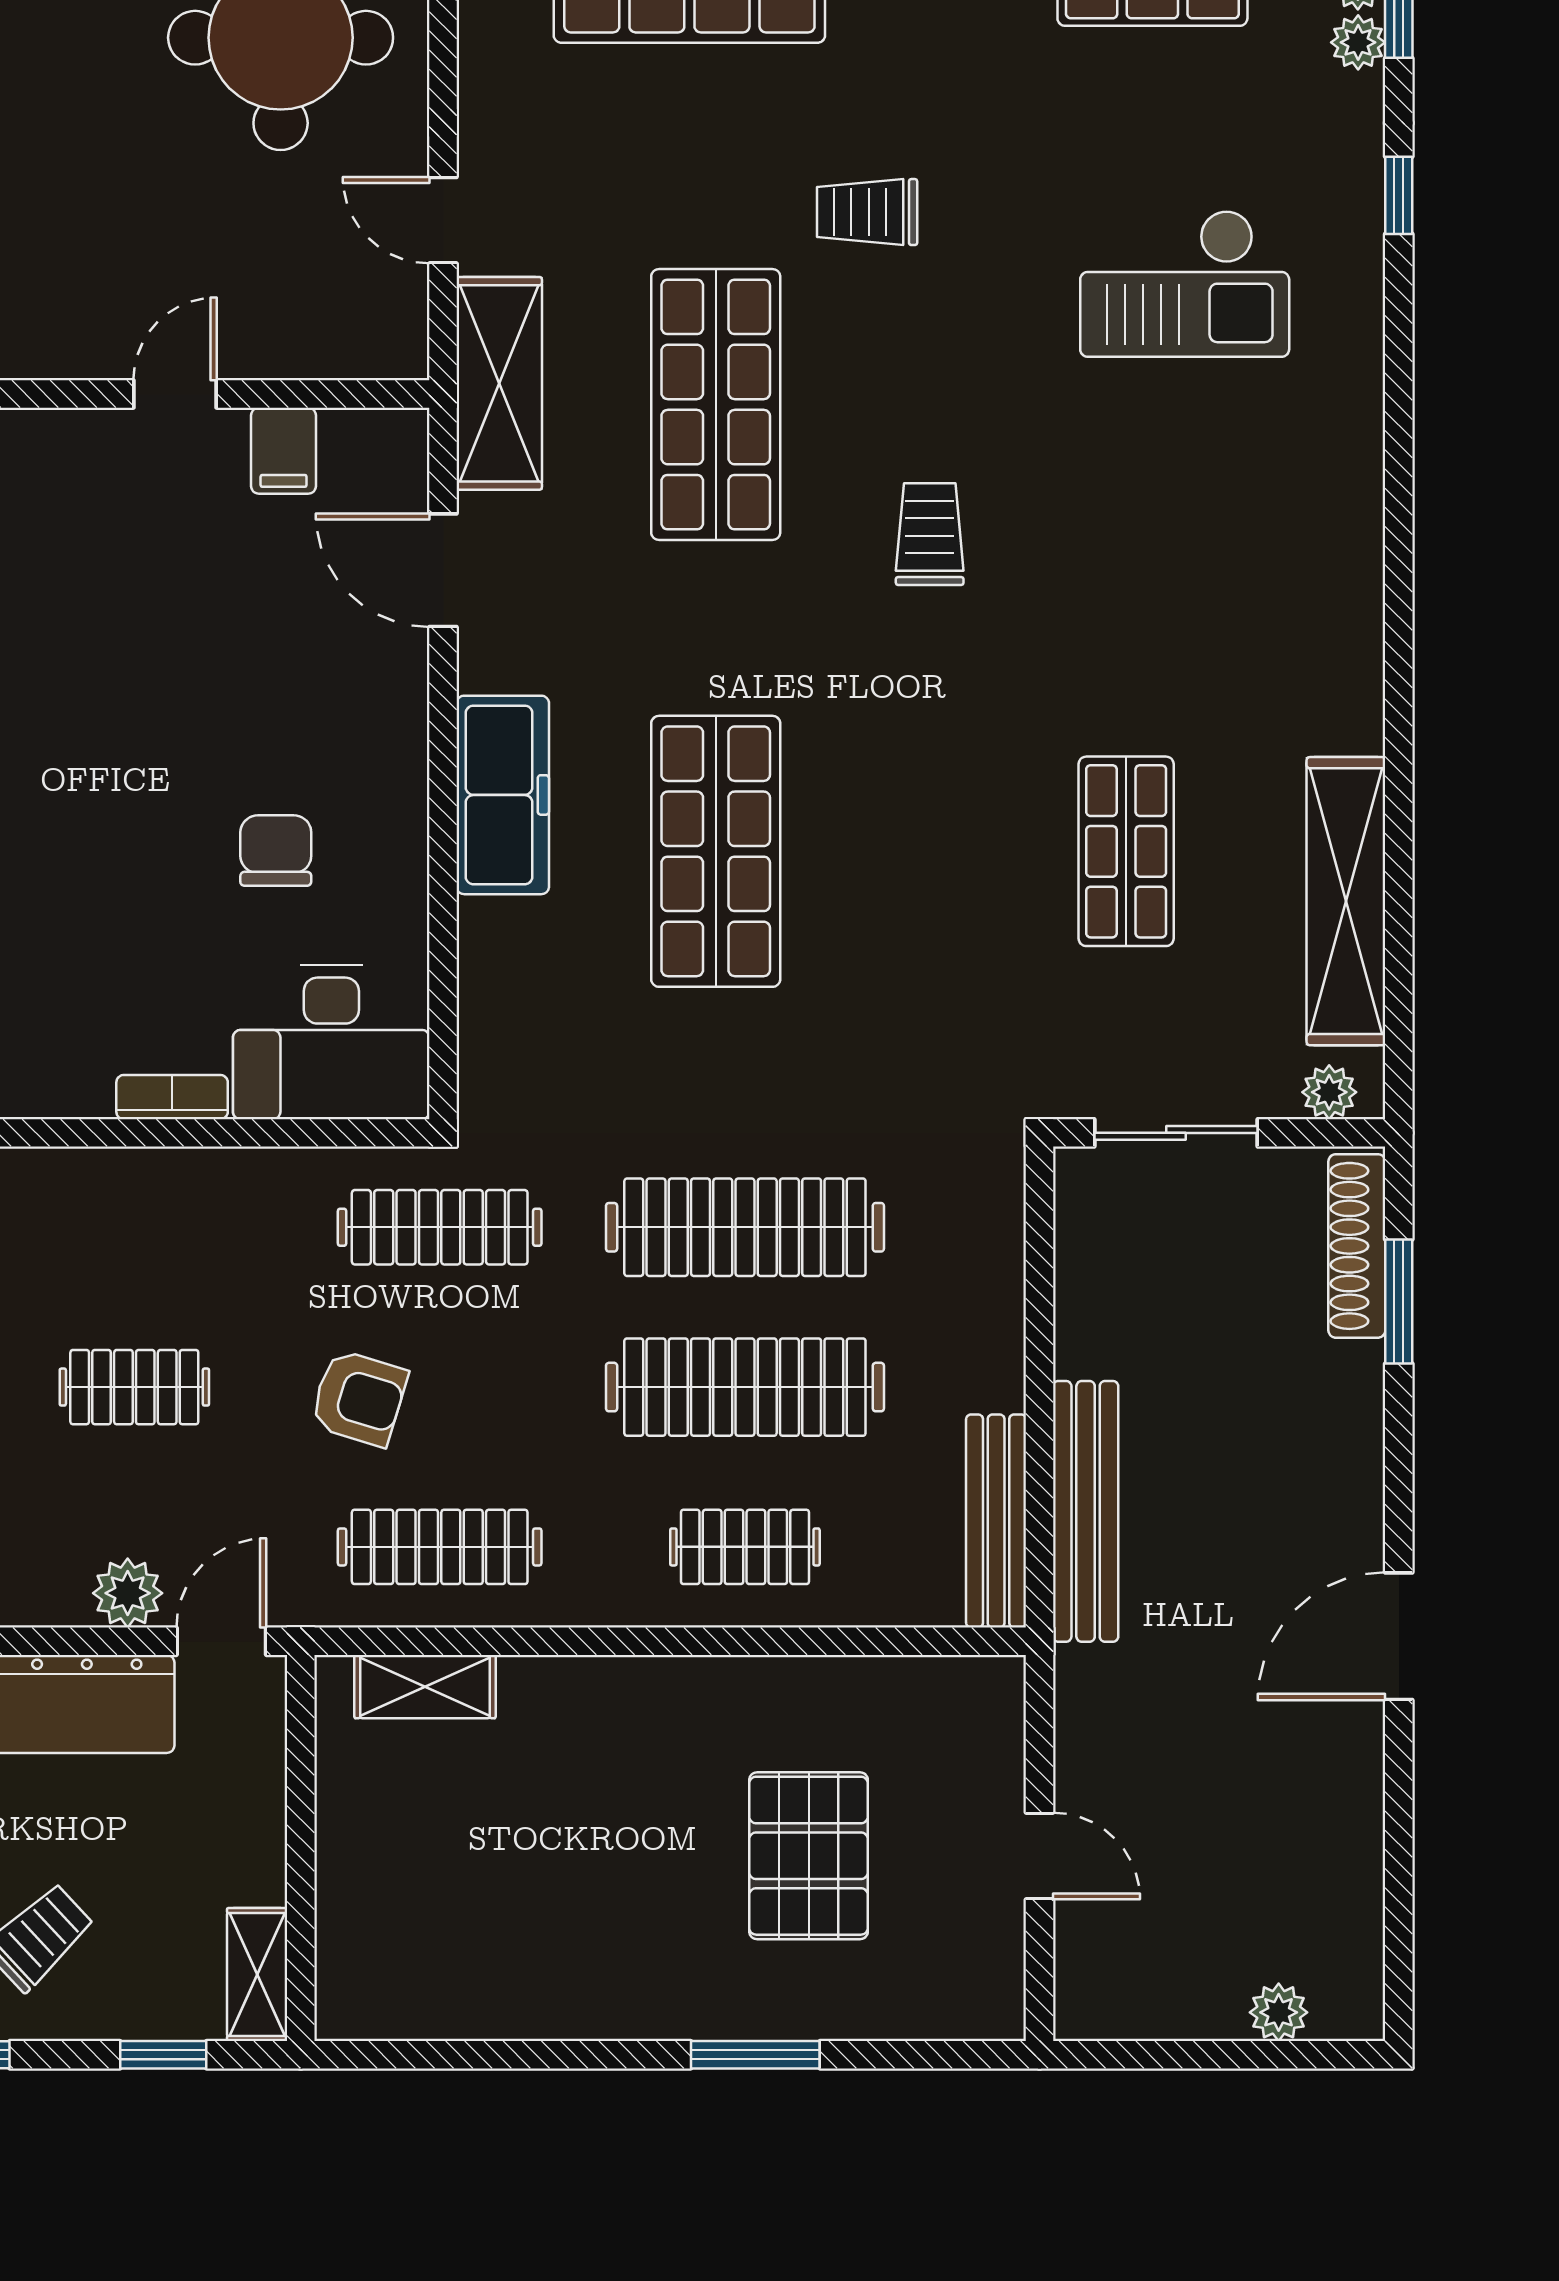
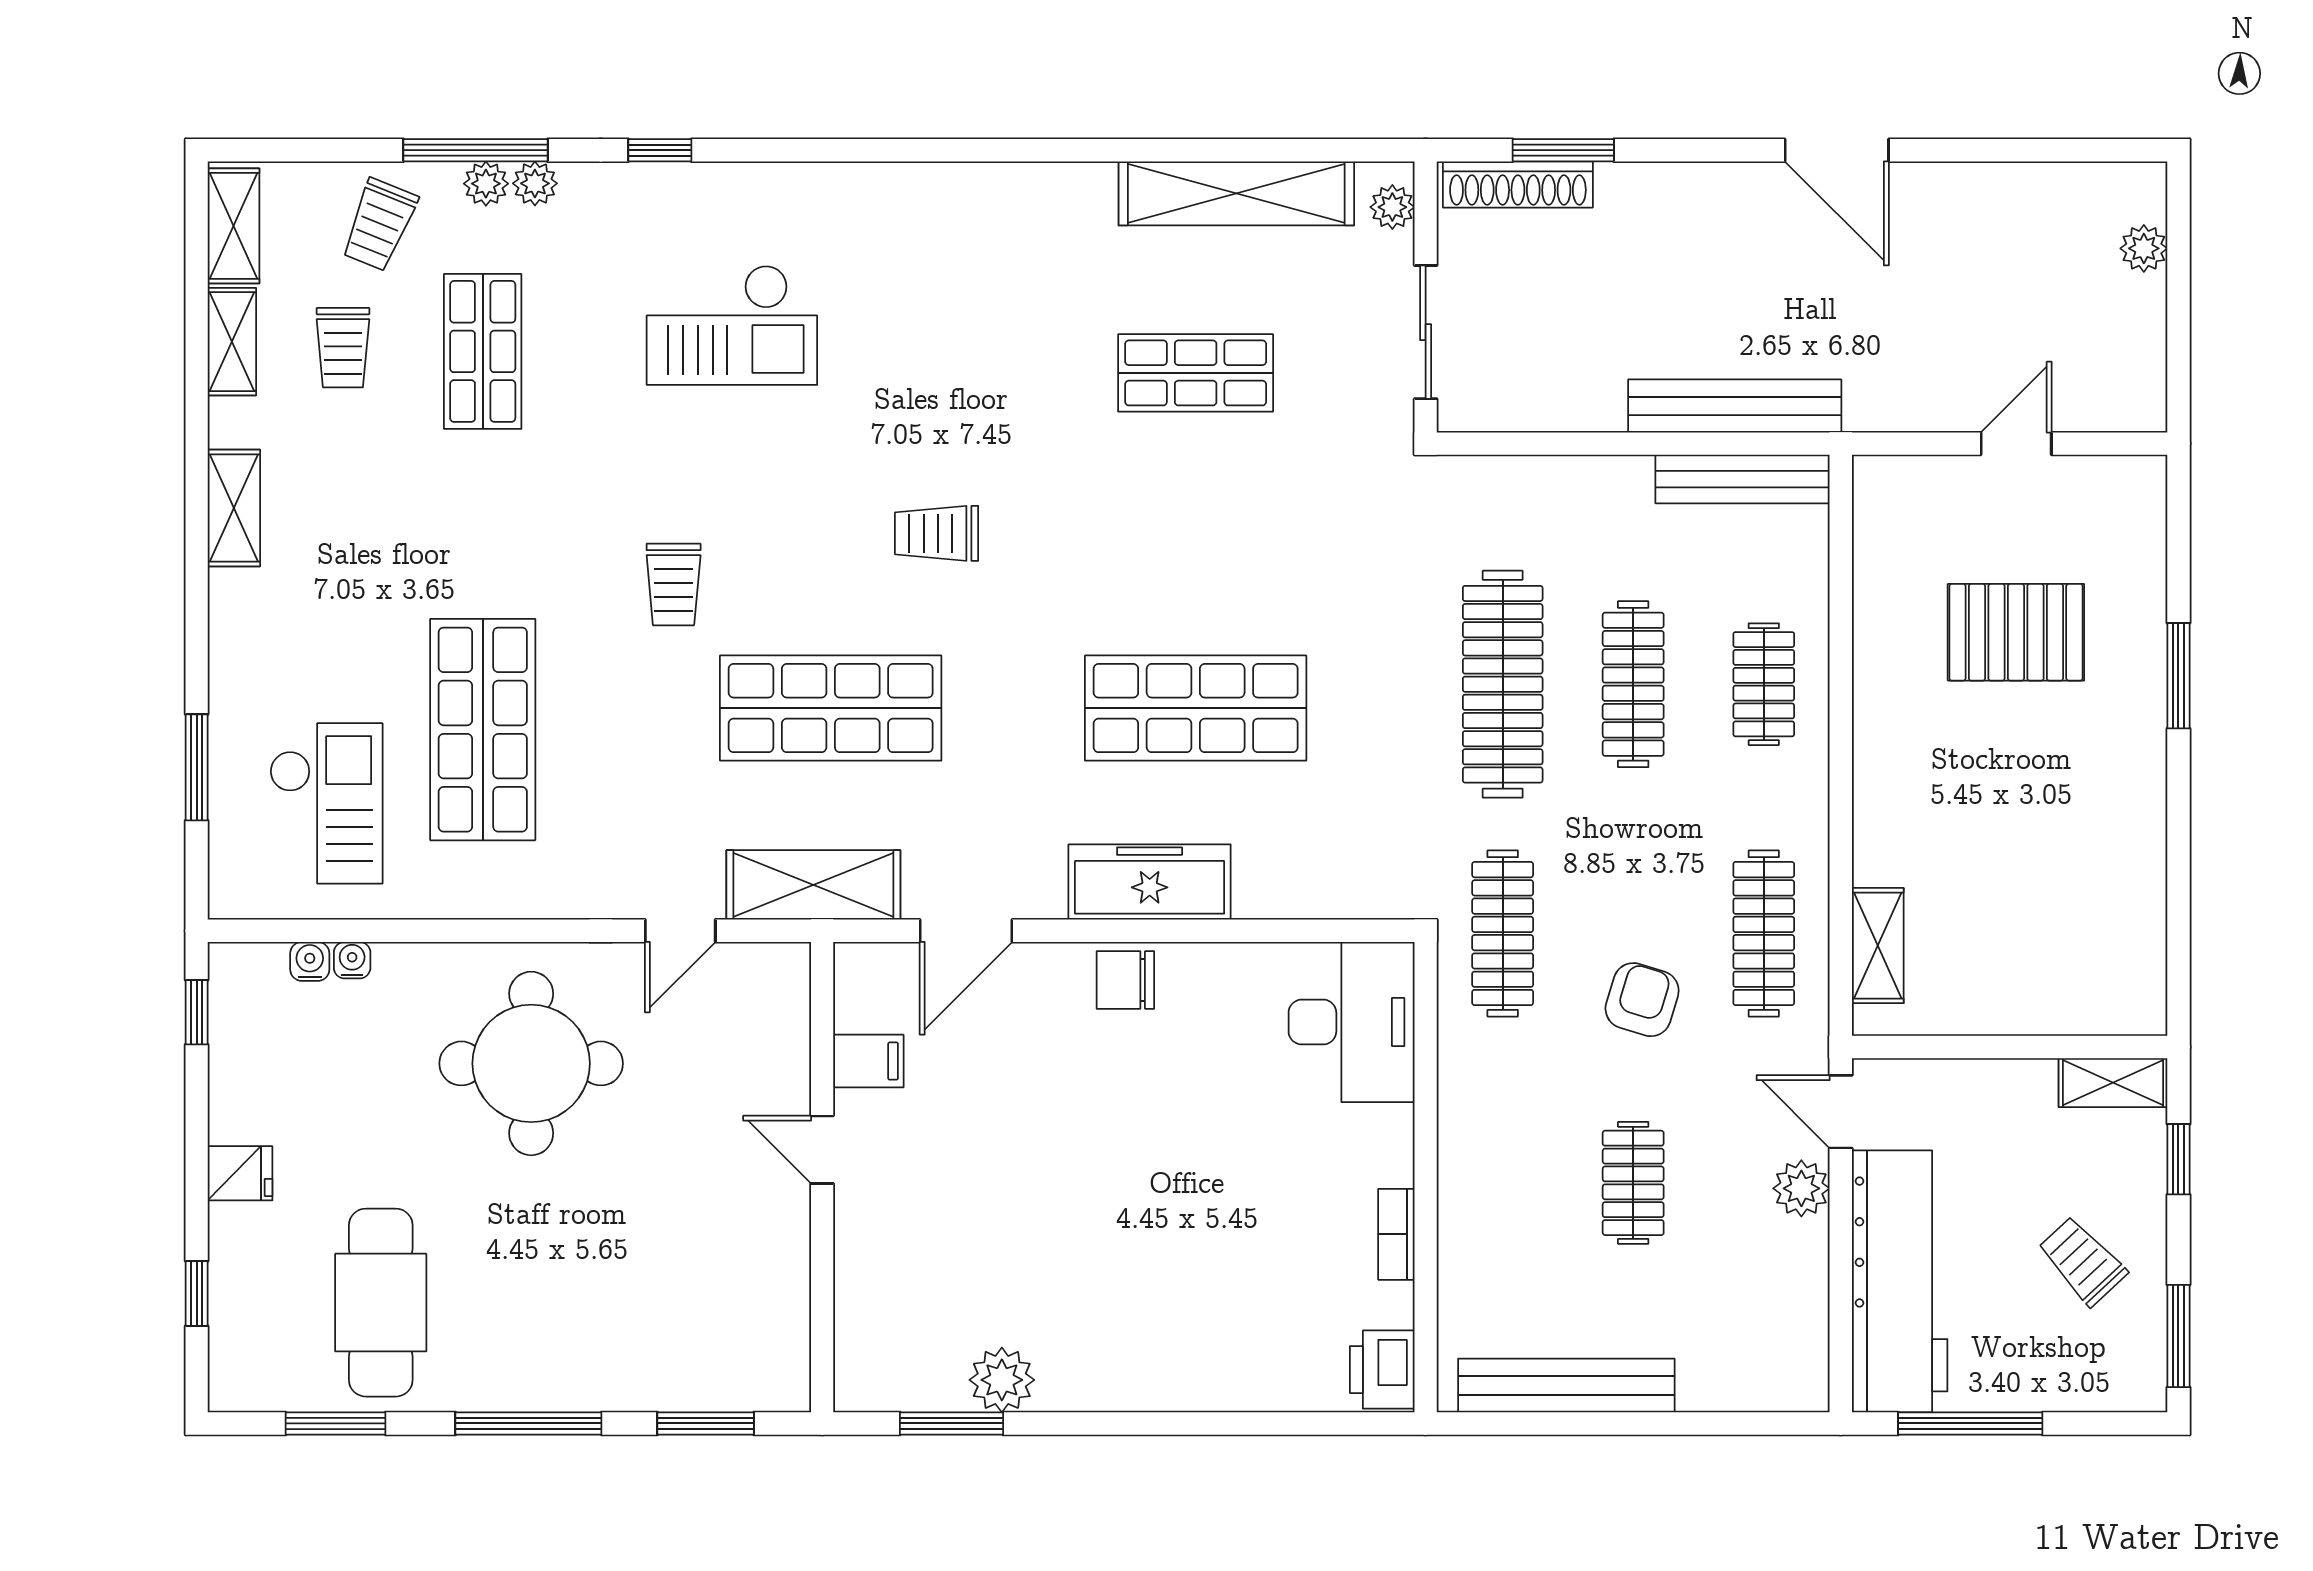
checkout: (1185, 284) -> (732, 325), turned 90
chair: (276, 851) -> (1125, 980), moved
bookcase: (172, 1097) -> (1396, 1234), moved
clothes rail: (745, 1387) -> (1633, 684), width x0.73, depth x0.76

